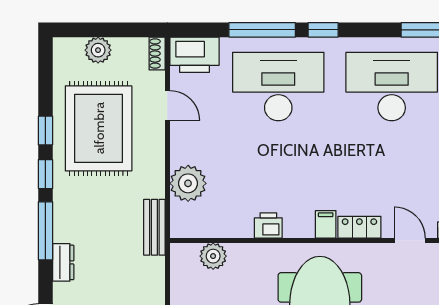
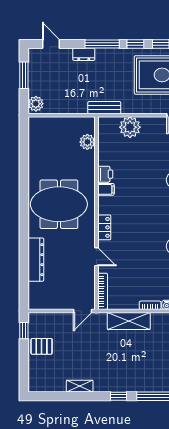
filing cabinet: (326, 224) -> (106, 189), moved
door: (410, 240) -> (97, 257), hinge flipped

